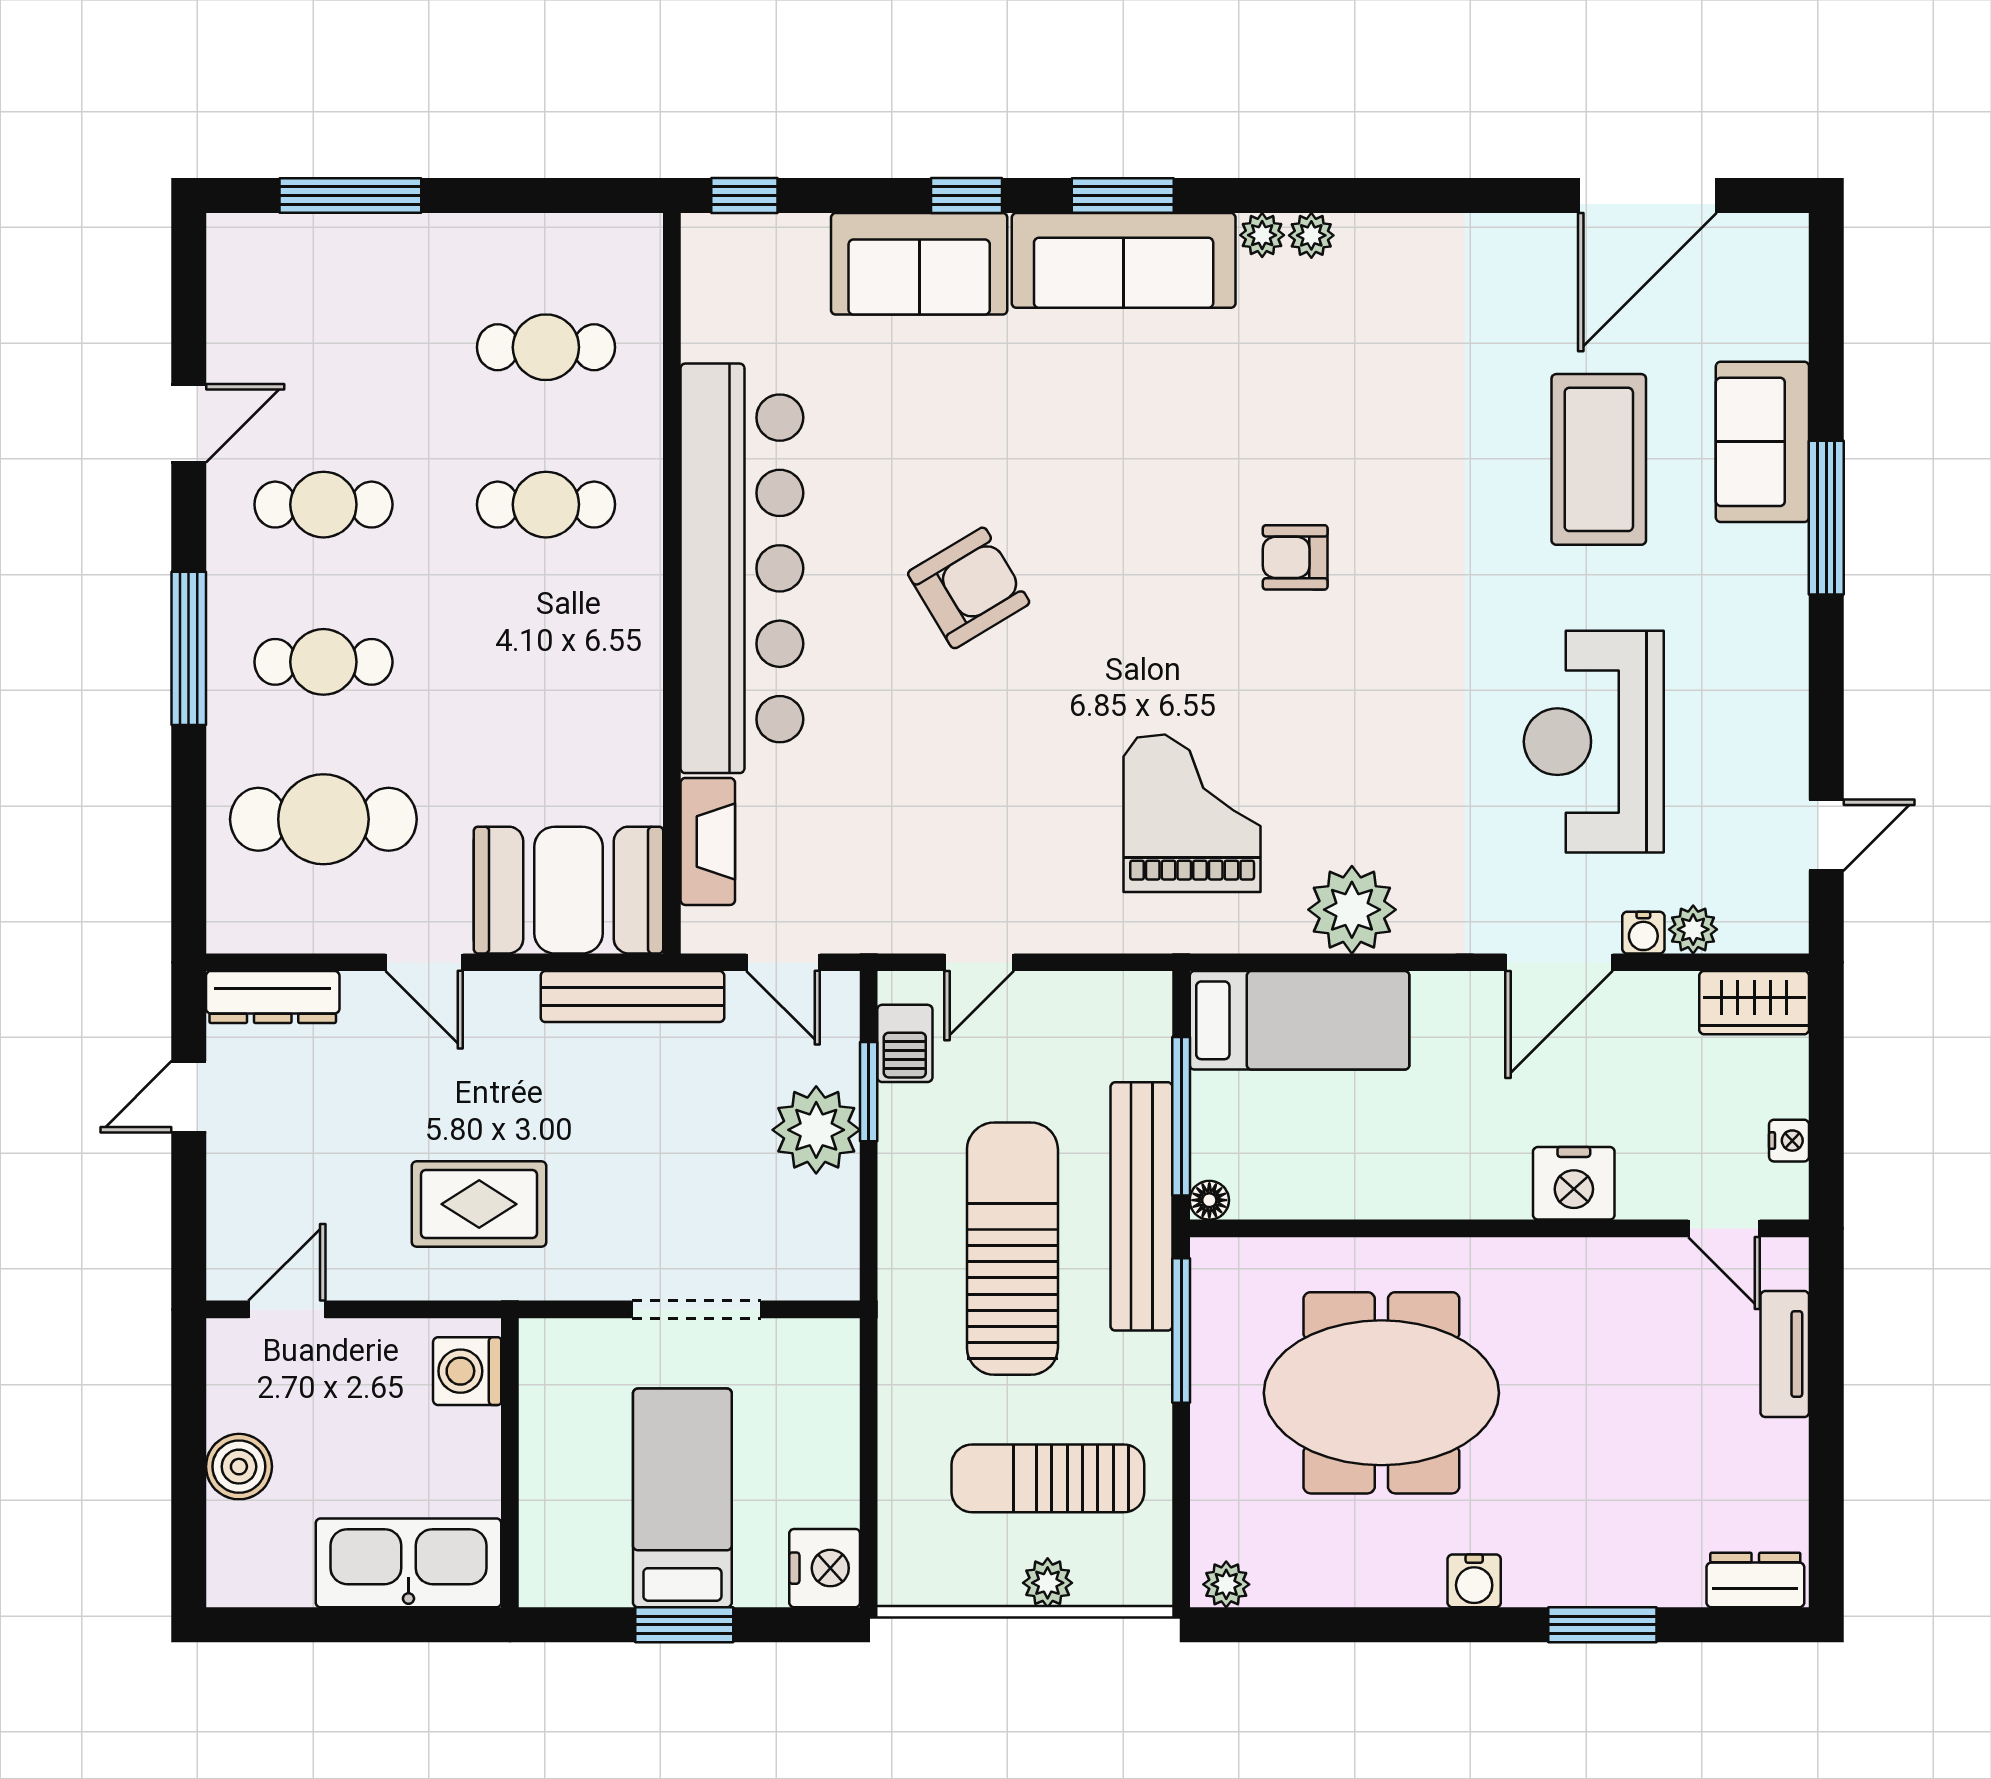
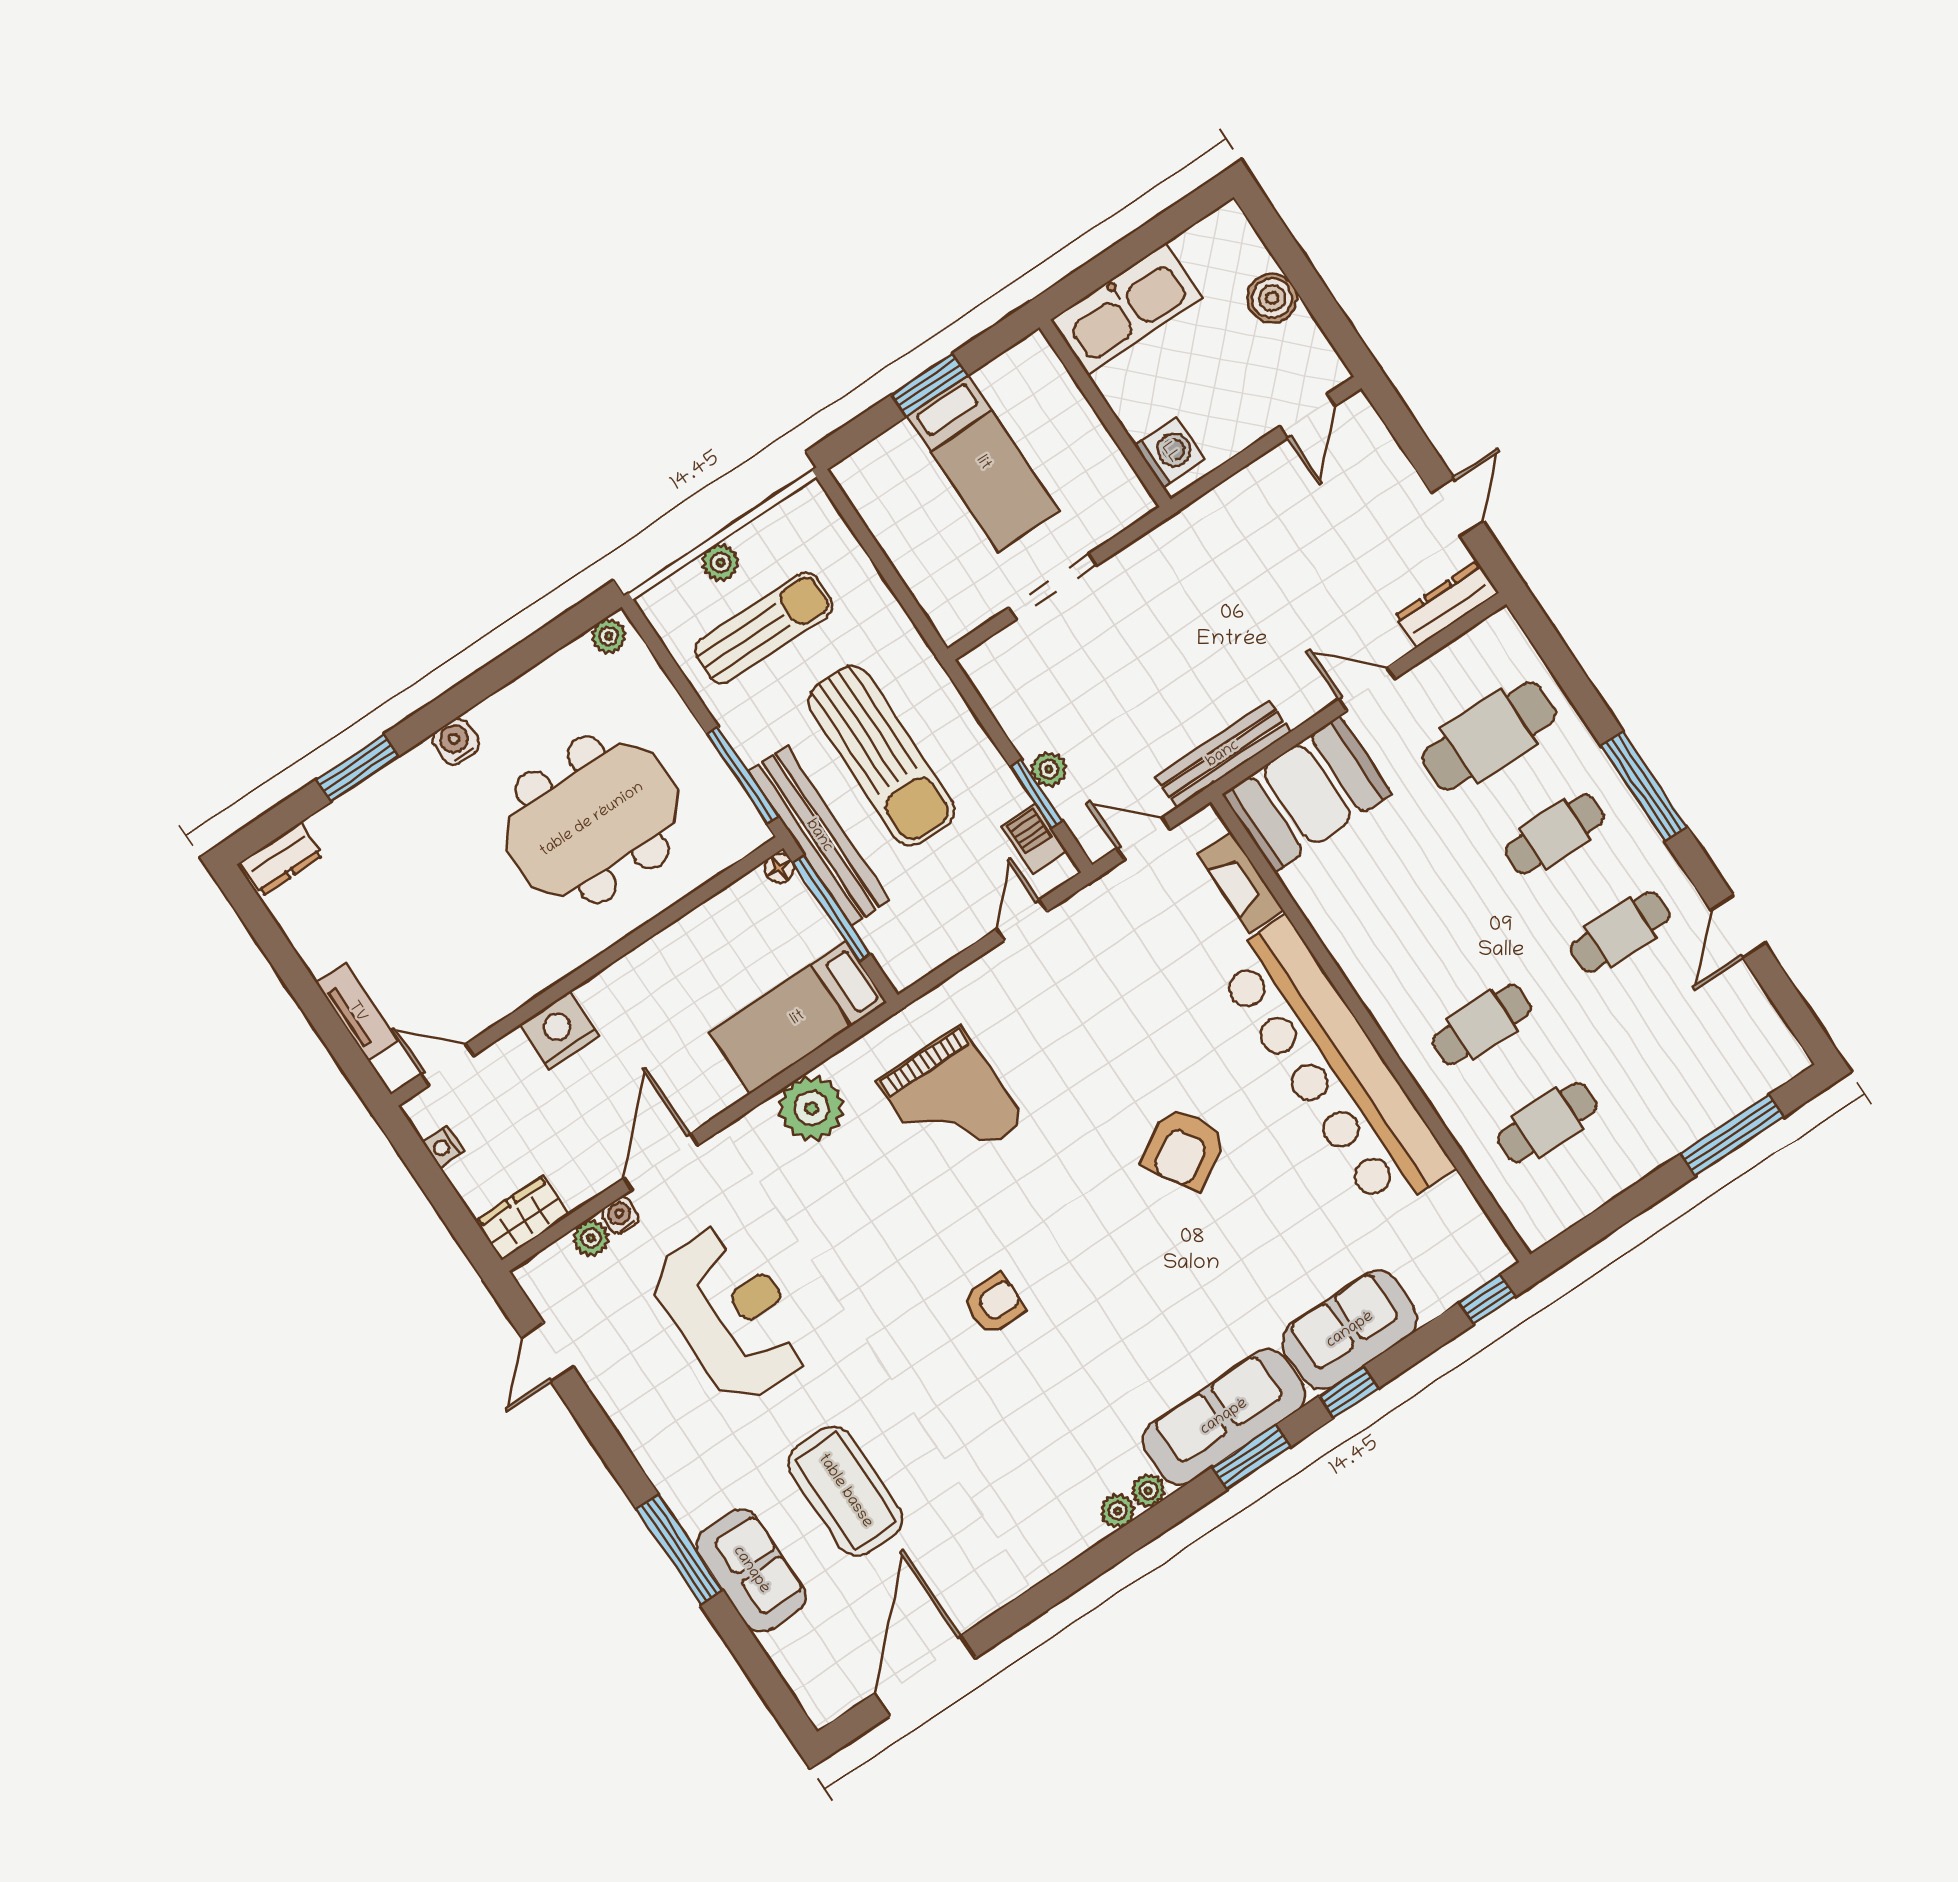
plant: (816, 1130) -> (1049, 769), width x0.53, depth x0.53
rug: (479, 1204) -> (1232, 561), removed
nightstand: (825, 1568) -> (865, 479), removed

